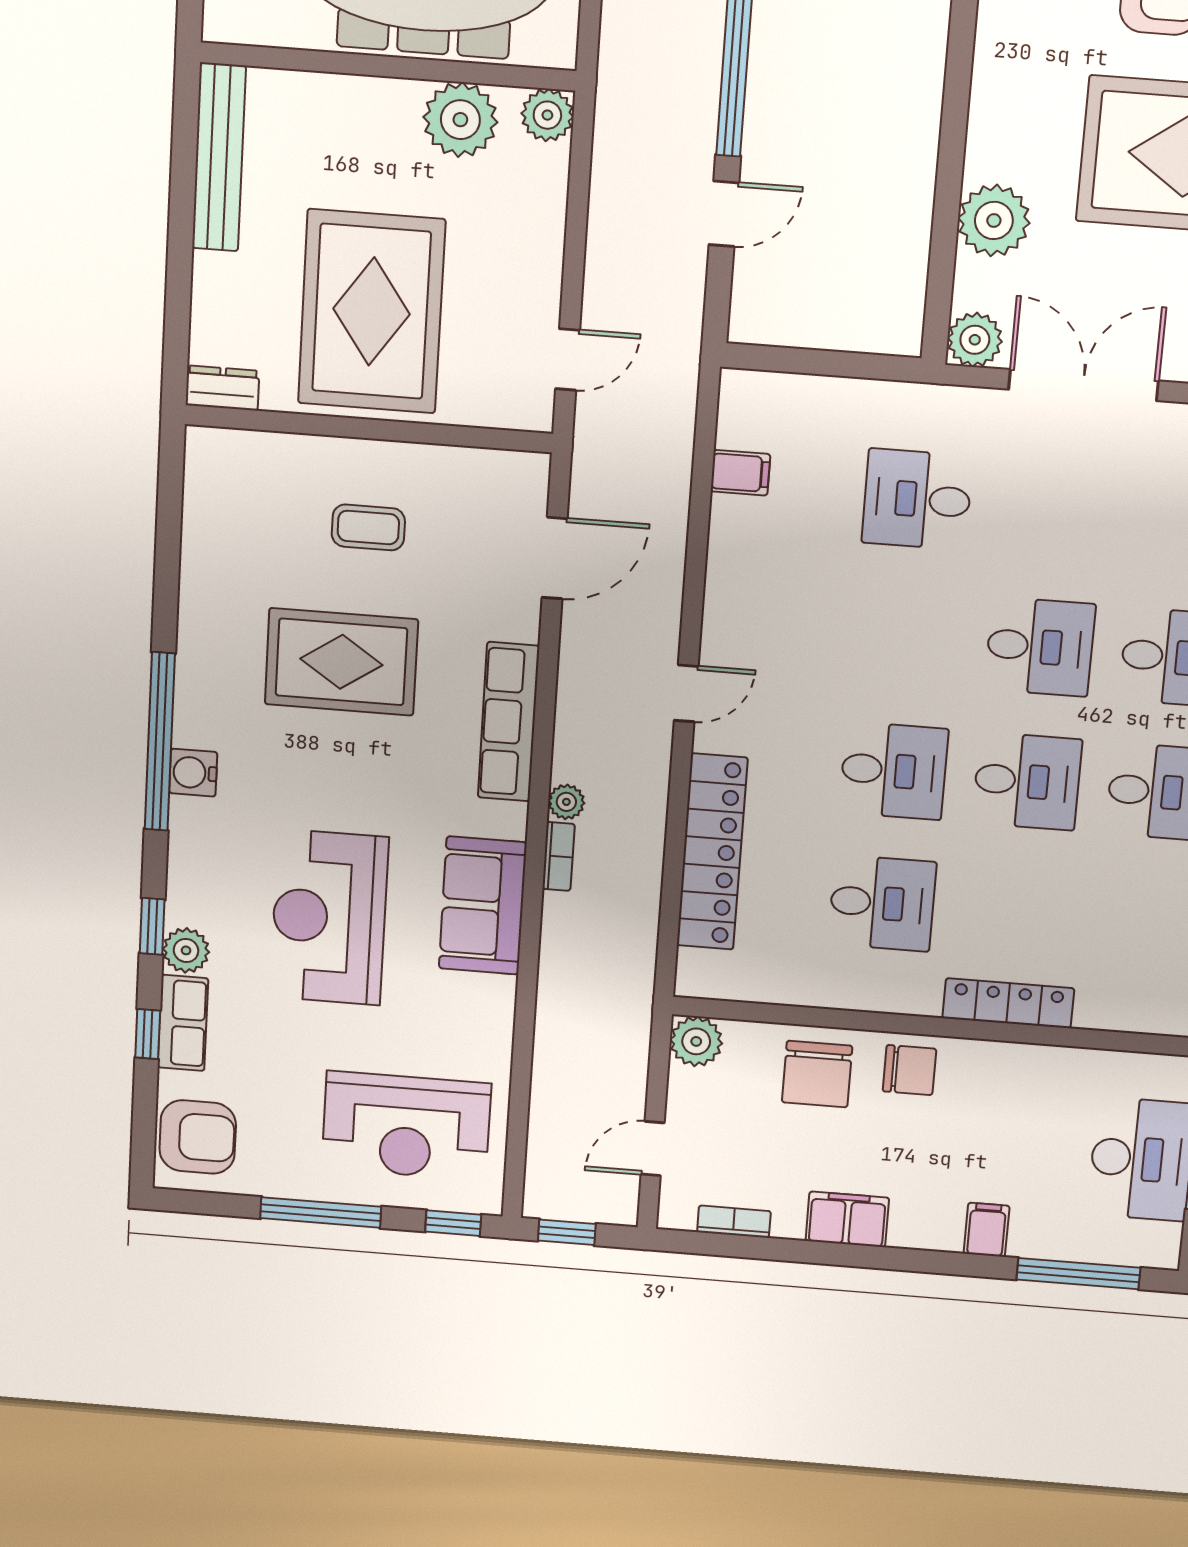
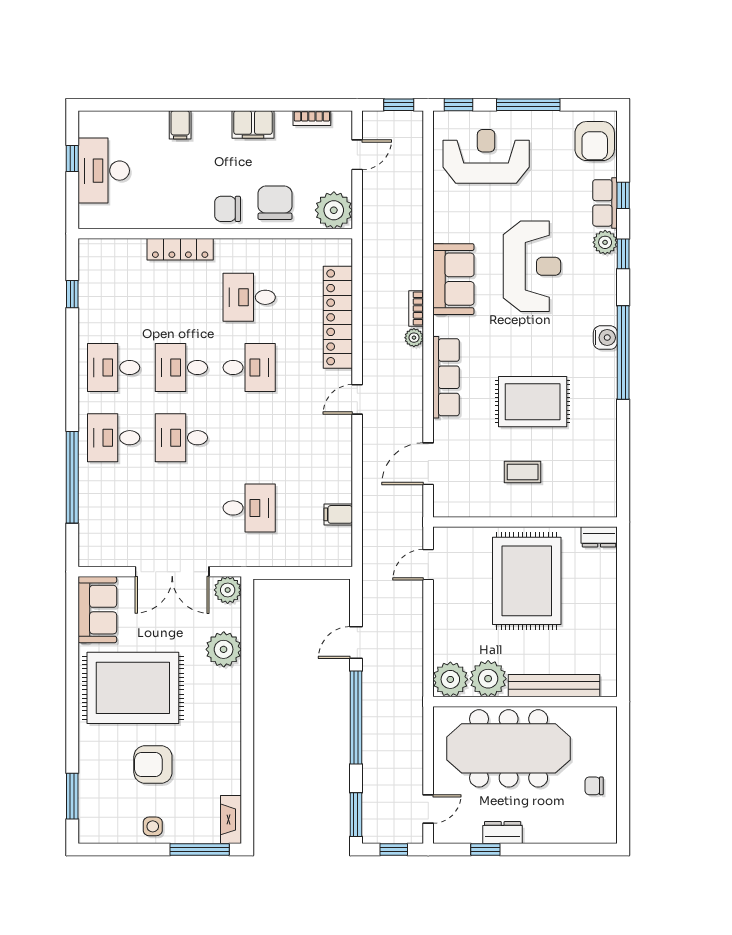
plant: (547, 115) -> (450, 679), width x1.36, depth x1.36
bench: (219, 157) -> (554, 686), moved, turned 90
desk: (894, 771) -> (249, 368), turned 180
plant: (696, 1041) -> (334, 210), width x1.36, depth x1.36
armchair: (198, 1137) -> (595, 141), turned -90
window: (1078, 1274) -> (130, 105), removed

